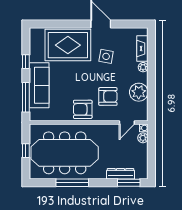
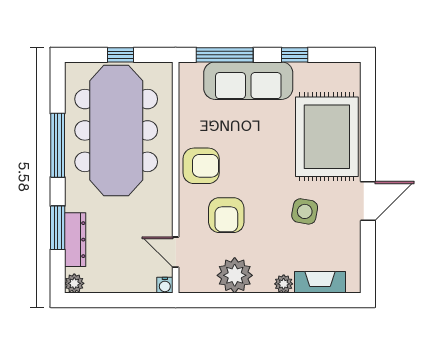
armchair: (83, 109) -> (201, 166), turned 90
plant: (143, 138) -> (74, 283), moved
window: (129, 183) -> (58, 228), moved

